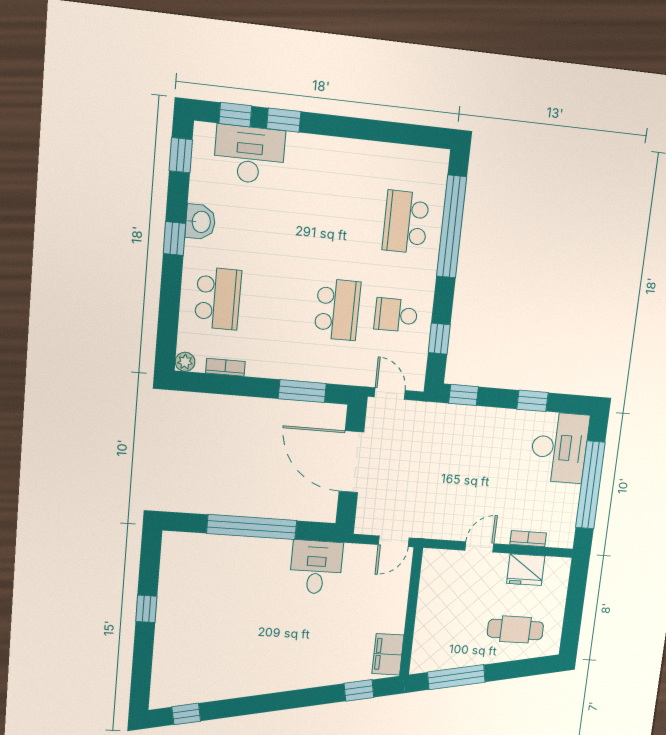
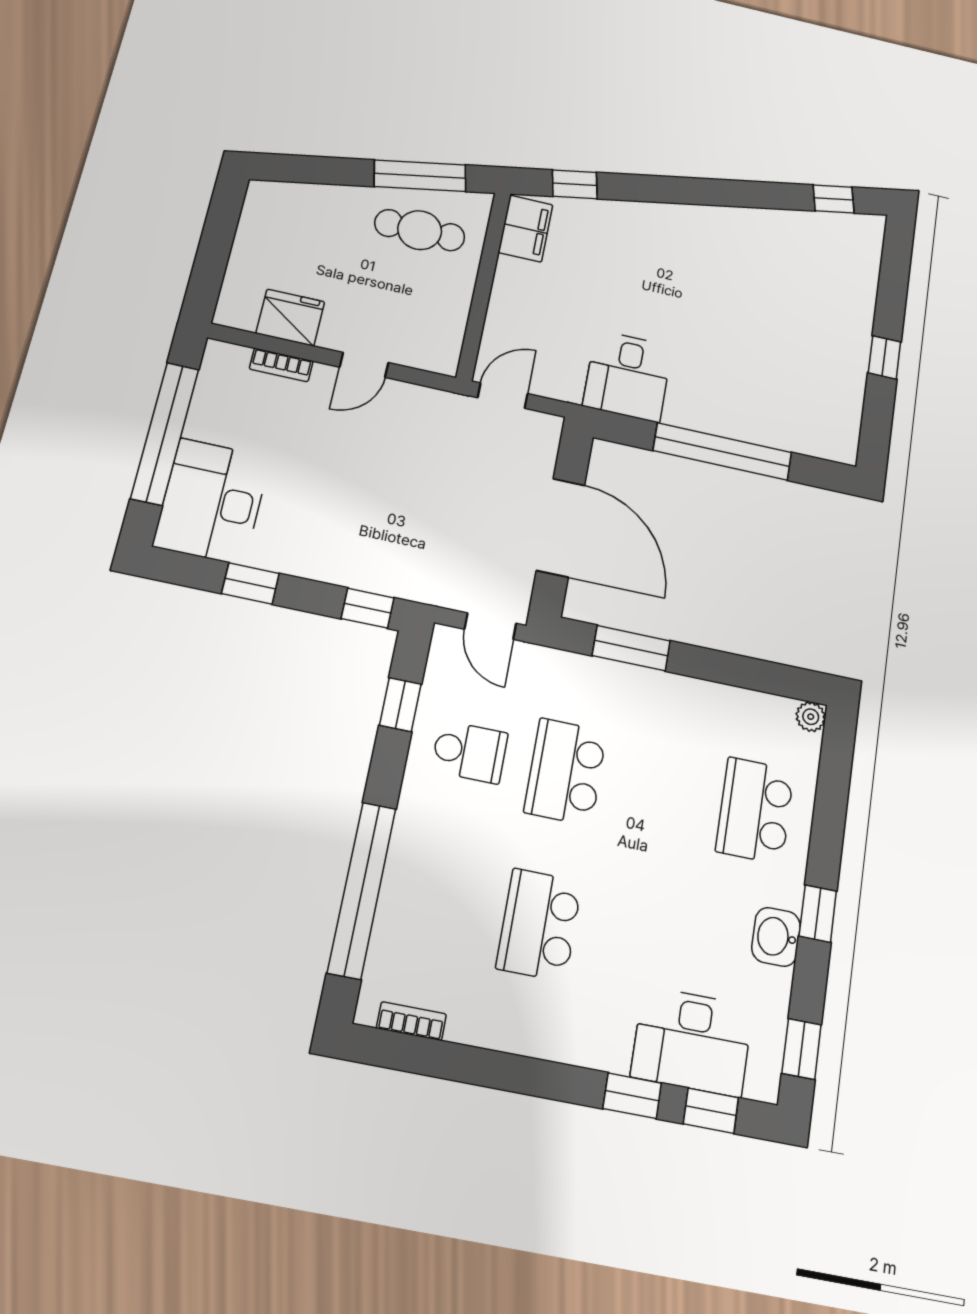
school desk: (406, 222) -> (539, 925), moved, turned 180
bookcase: (225, 367) -> (411, 1021), moved, turned 180
cafe table: (515, 630) -> (420, 230), moved

